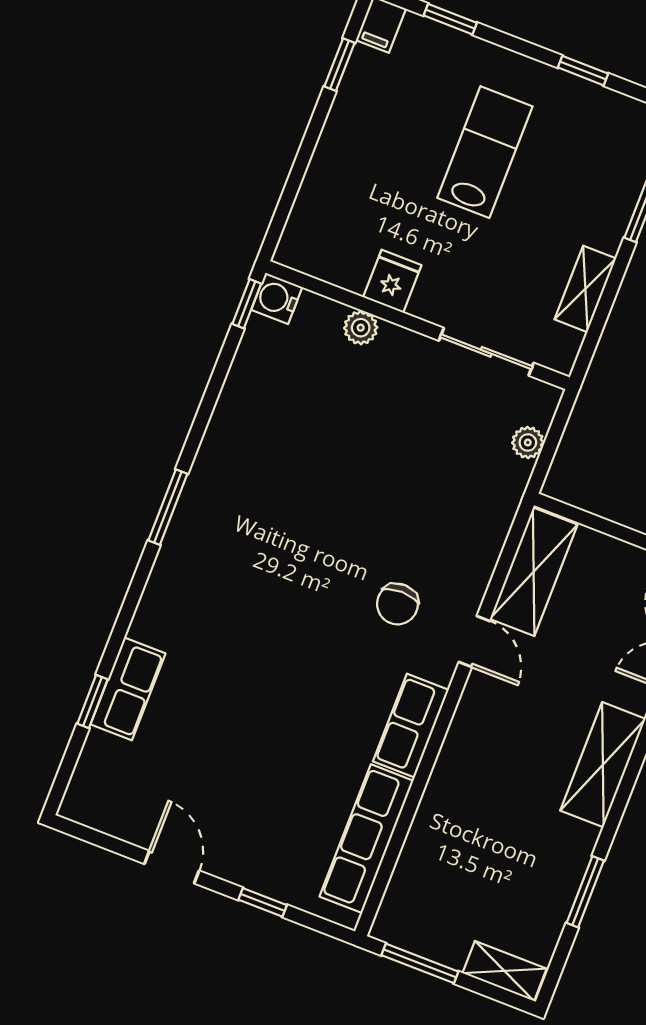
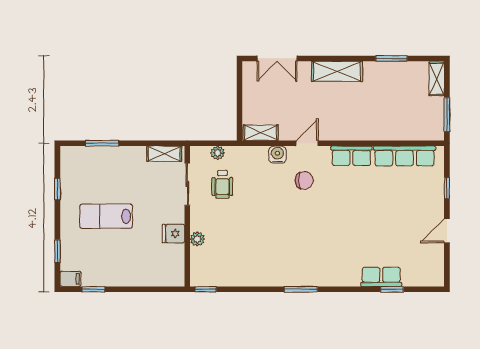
shelving: (585, 289) -> (164, 154), moved
water cooler: (277, 298) -> (277, 155), moved, turned 180
wheelchair: (457, 427) -> (222, 184), added
shelving: (534, 572) -> (261, 133), width x0.67, depth x0.75

